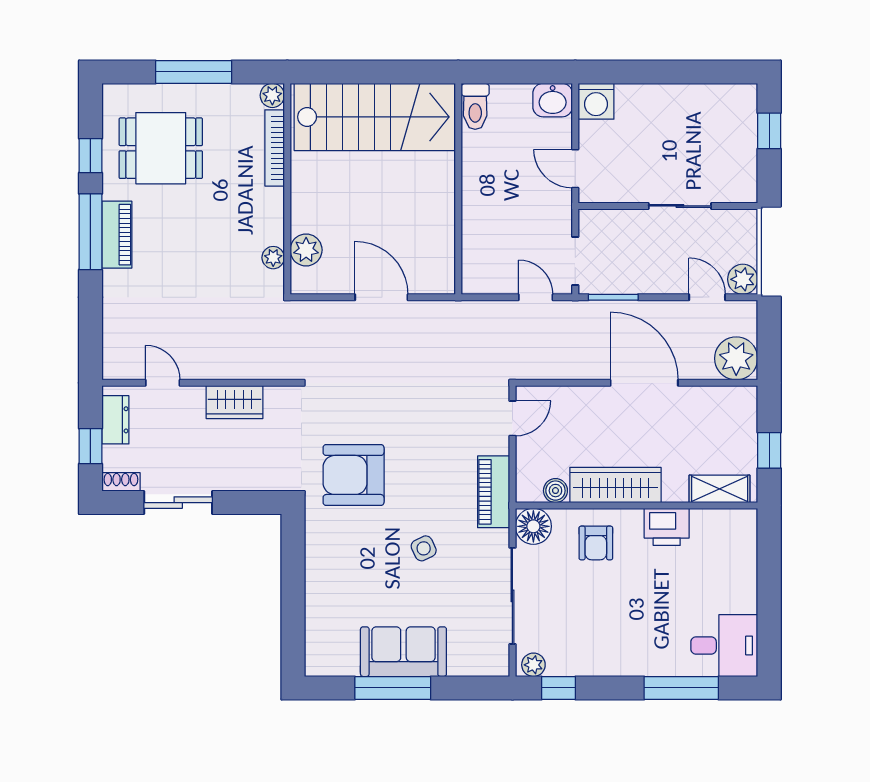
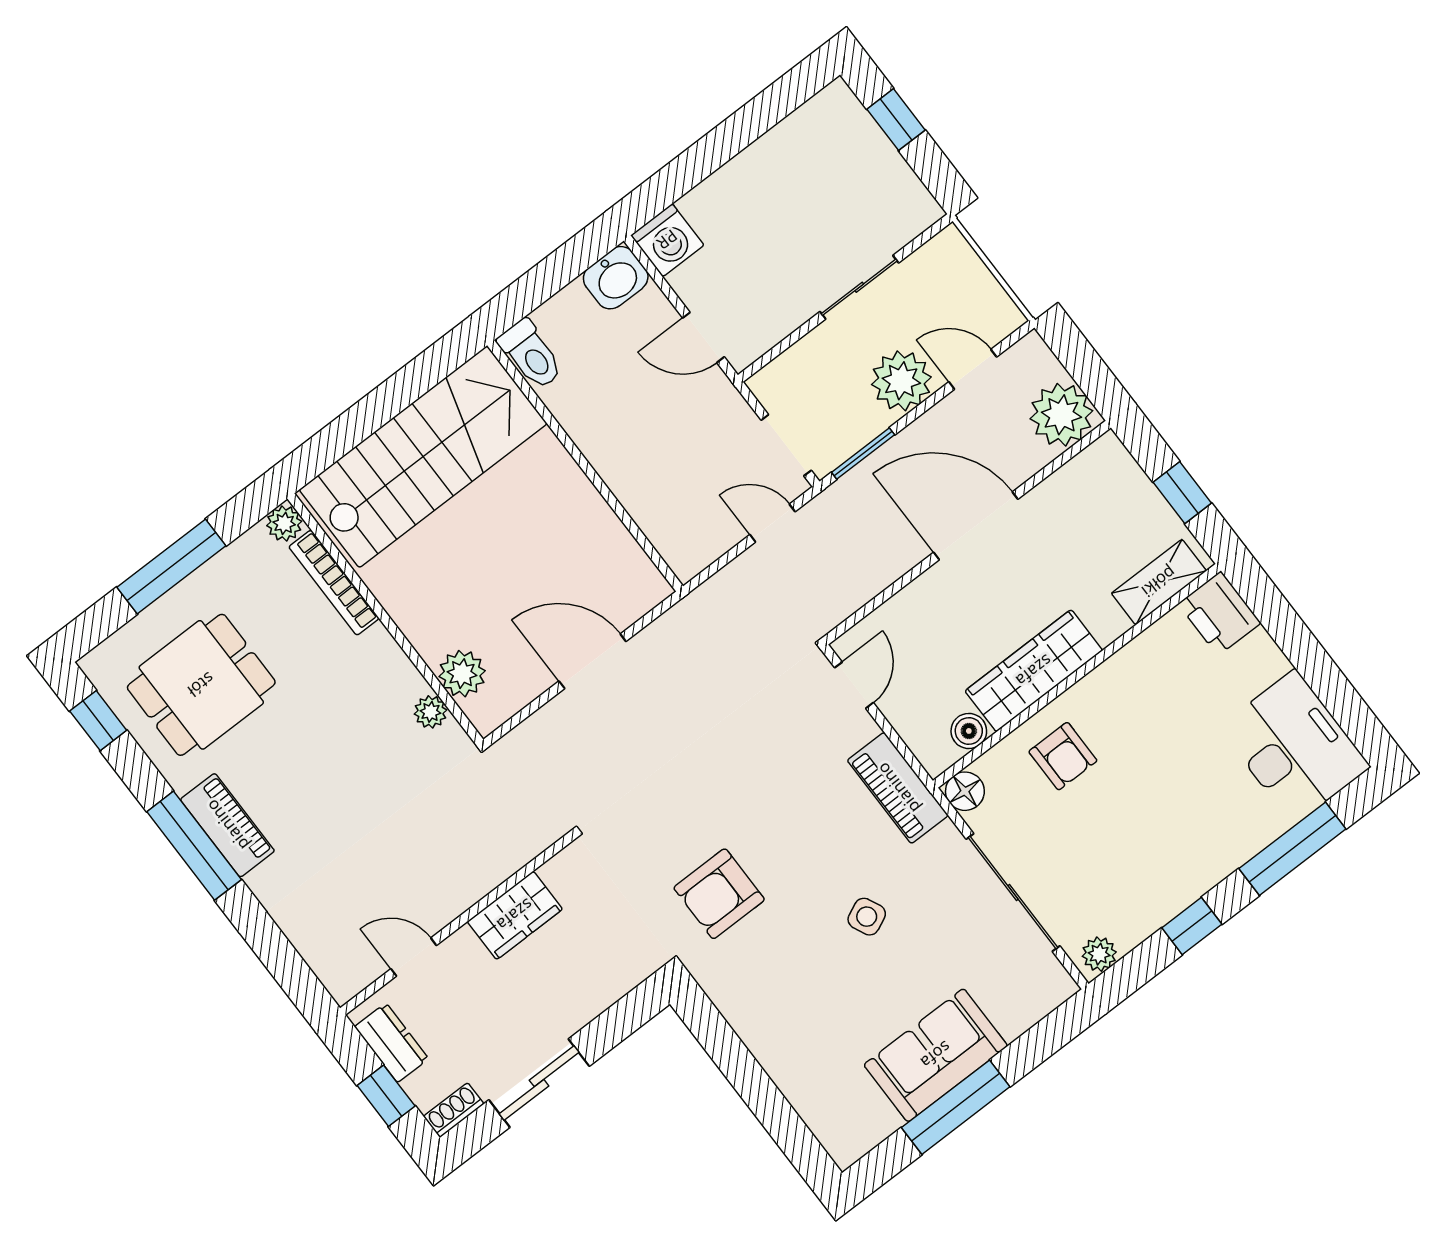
window: (90, 156) -> (98, 721), moved
plant: (743, 279) -> (901, 381), moved, width x1.36, depth x1.36
armchair: (354, 475) -> (719, 894), width x0.73, depth x0.73
floor lamp: (533, 526) -> (965, 791), width x0.73, depth x0.73
printer: (667, 527) -> (1219, 613), moved, turned 90
desk: (724, 646) -> (1294, 747), width x1.37
window: (558, 688) -> (1192, 926), moved

